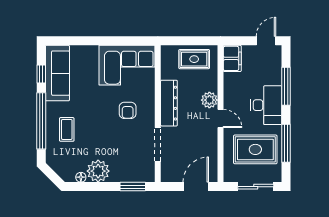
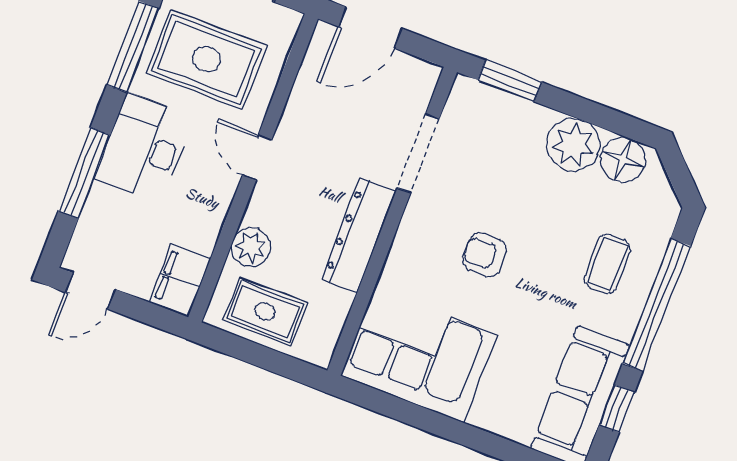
plant: (209, 100) -> (251, 247), moved
armchair: (128, 110) -> (484, 255), moved, turned -90
floor lamp: (81, 177) -> (623, 160), width x1.89, depth x1.89

